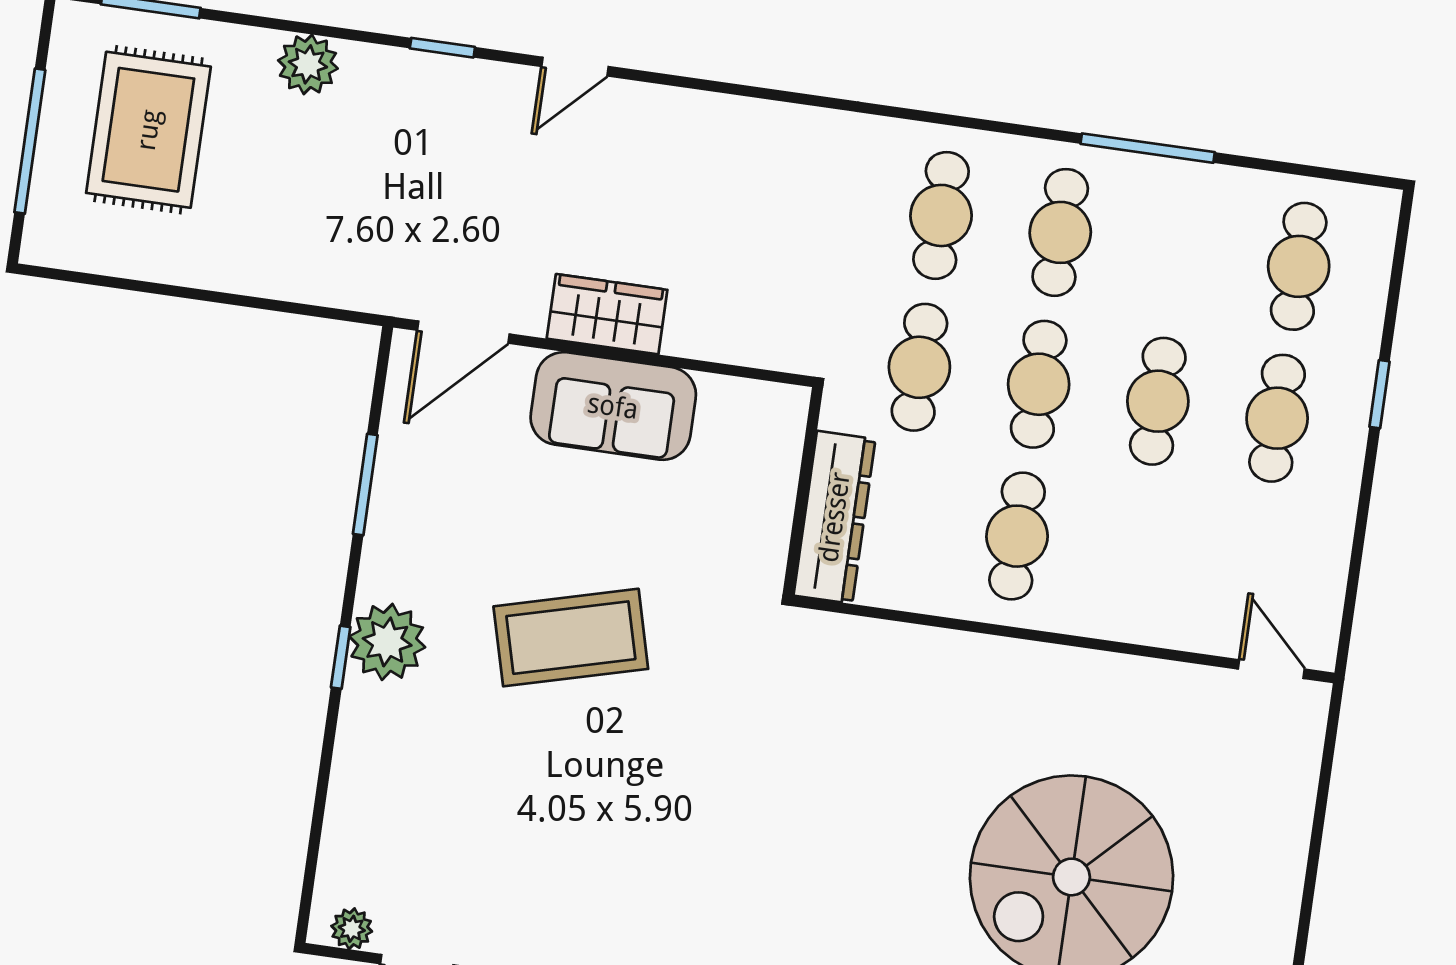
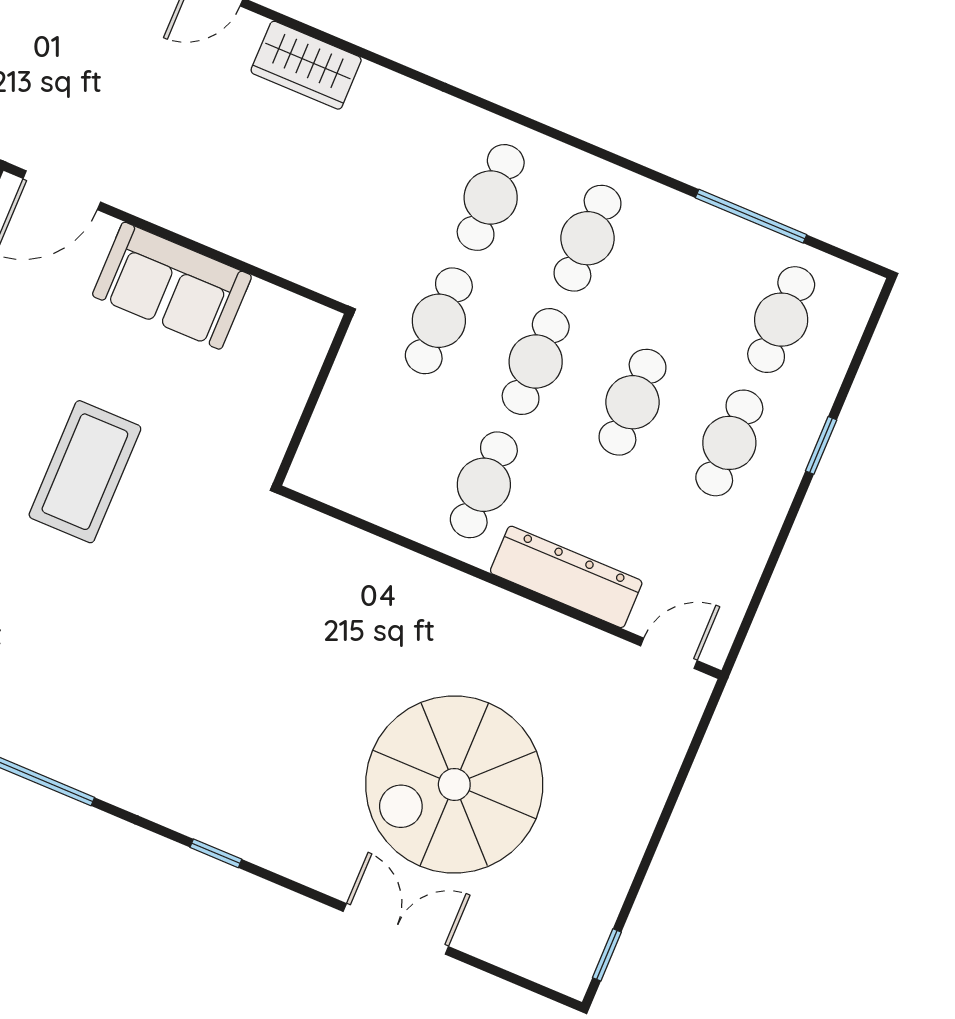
window: (1148, 148) -> (751, 216), moved
wardrobe: (607, 314) -> (306, 65), moved, turned 180
dresser: (834, 517) -> (566, 577), moved, turned -90
coffee table: (571, 638) -> (85, 472), turned -75
door: (1271, 669) -> (669, 653), hinge flipped

